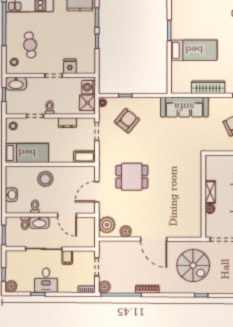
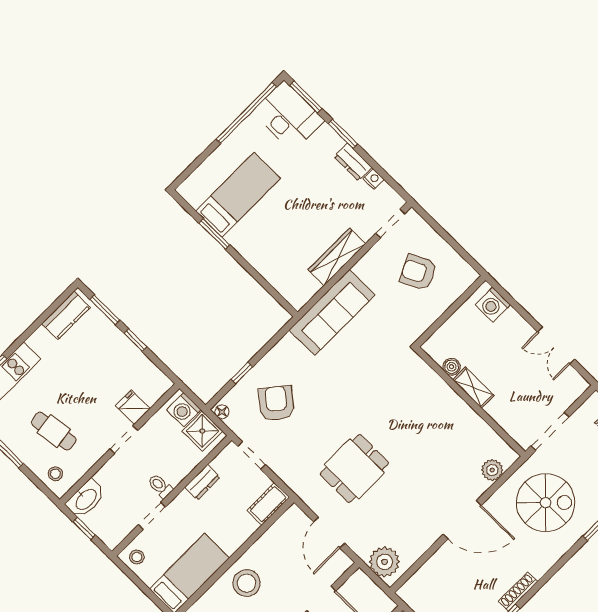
bed: (194, 50) -> (238, 195), moved
boiler: (210, 209) -> (452, 367), moved
plant: (125, 231) -> (492, 470), moved

